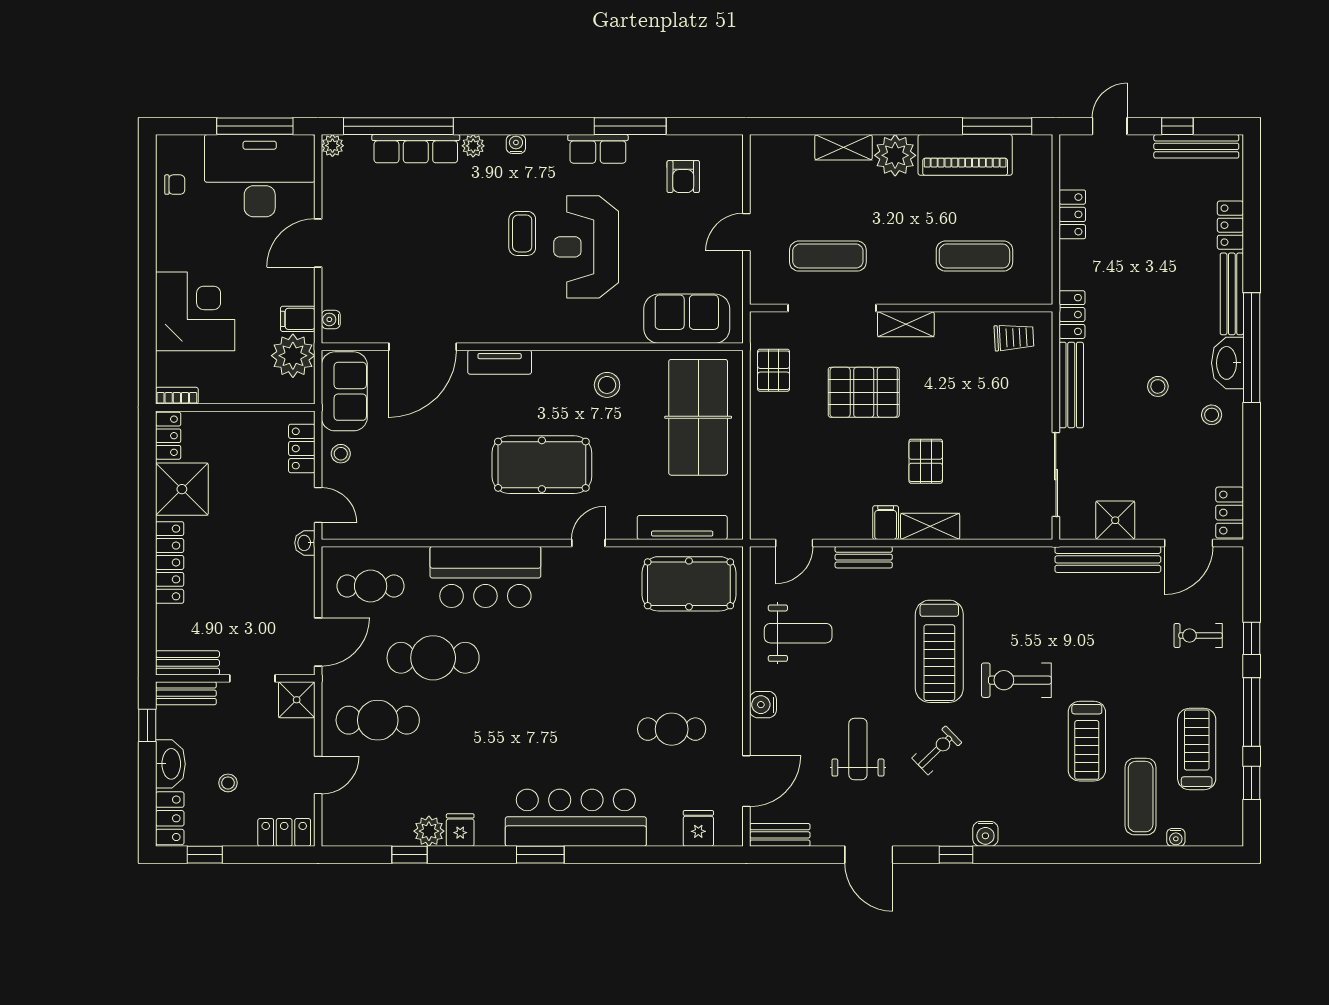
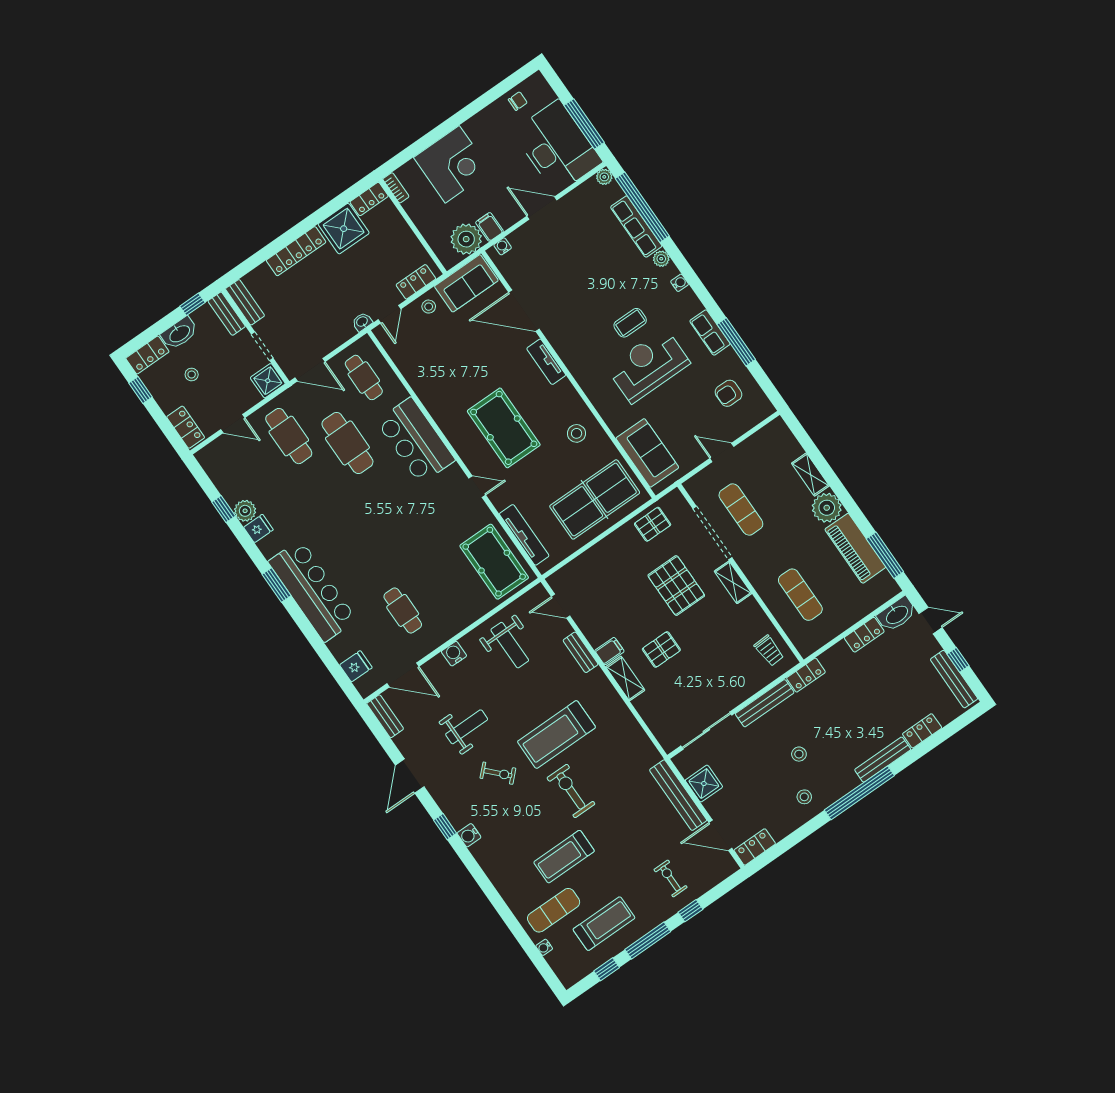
chair: (175, 185) -> (518, 101), turned -90
washbasin: (1227, 363) -> (897, 614), moved, turned 180

